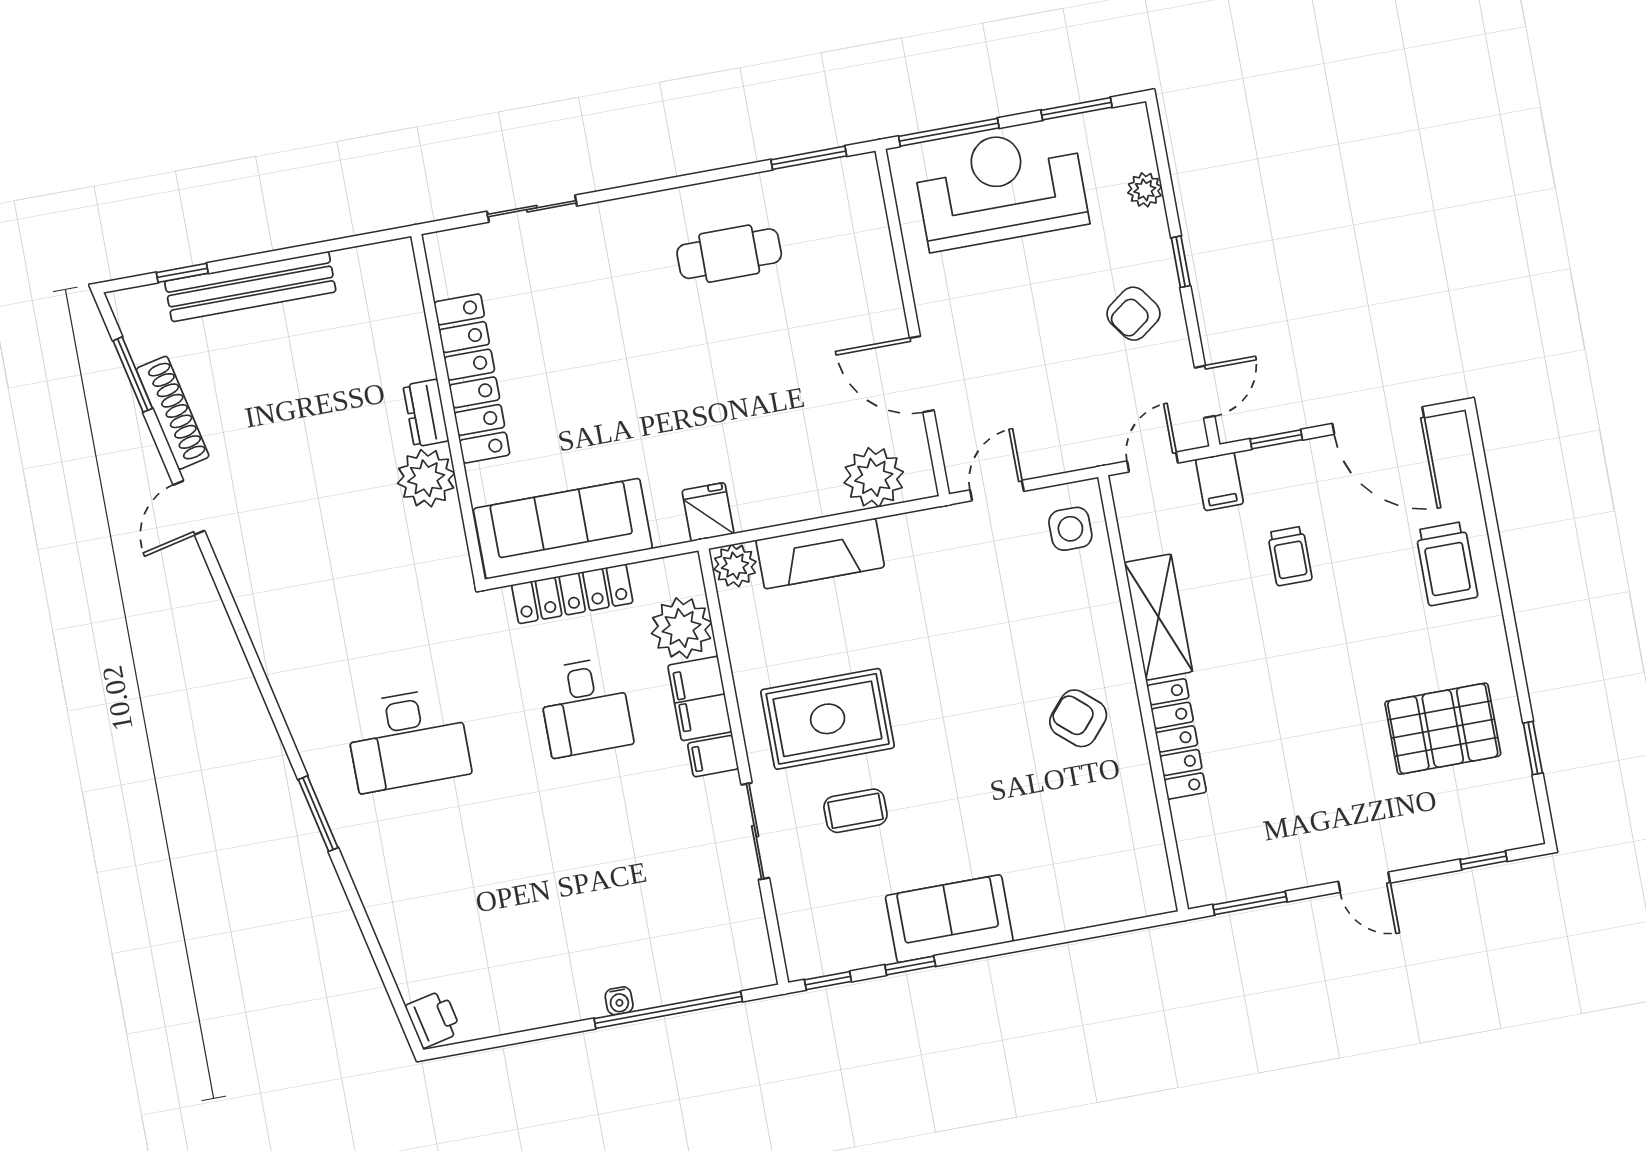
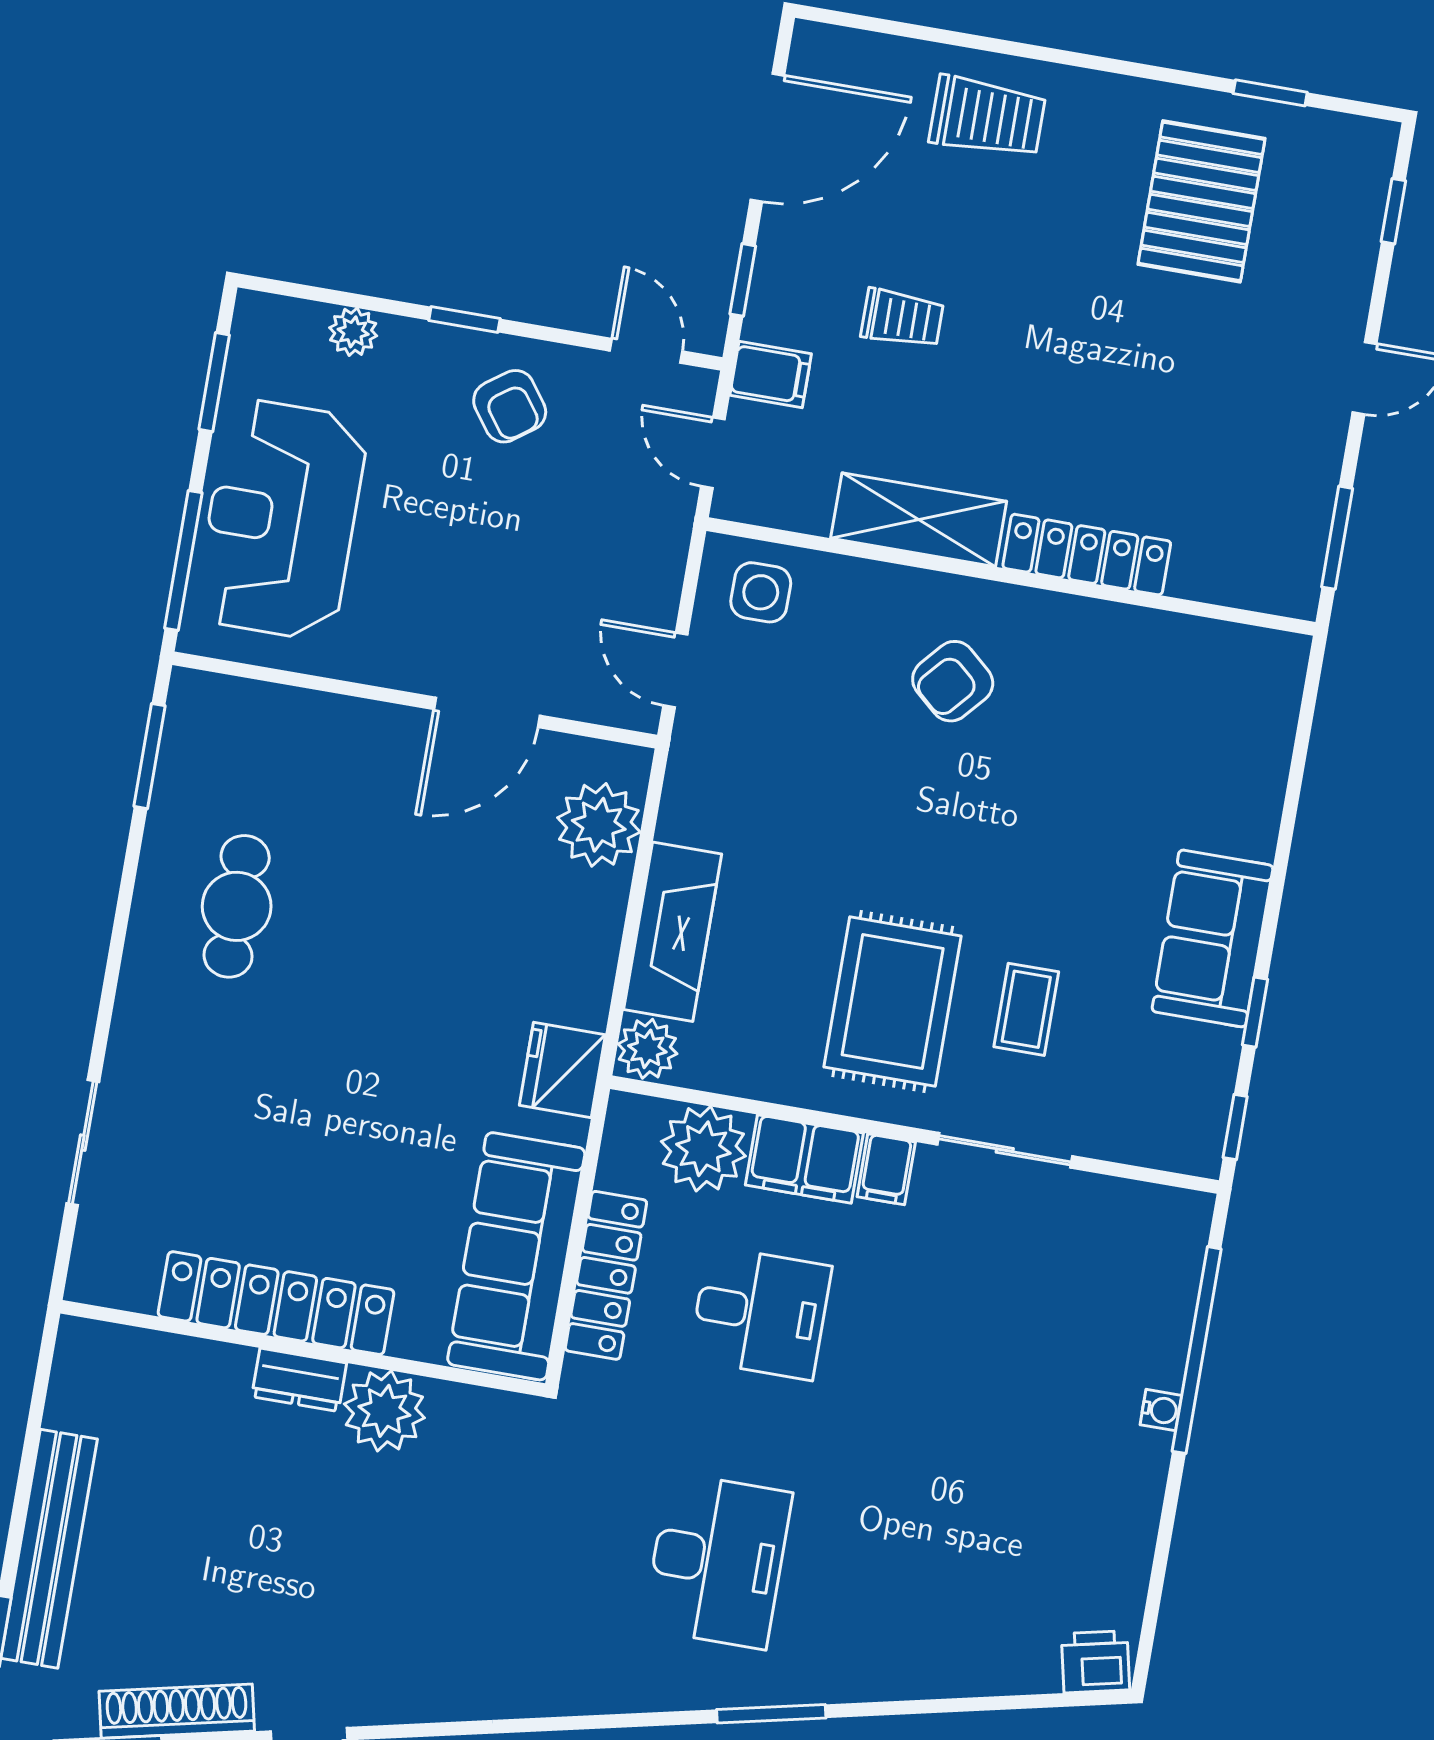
fridge: (708, 512) -> (562, 1070), width x1.38
armchair: (1078, 718) -> (953, 681), moved

